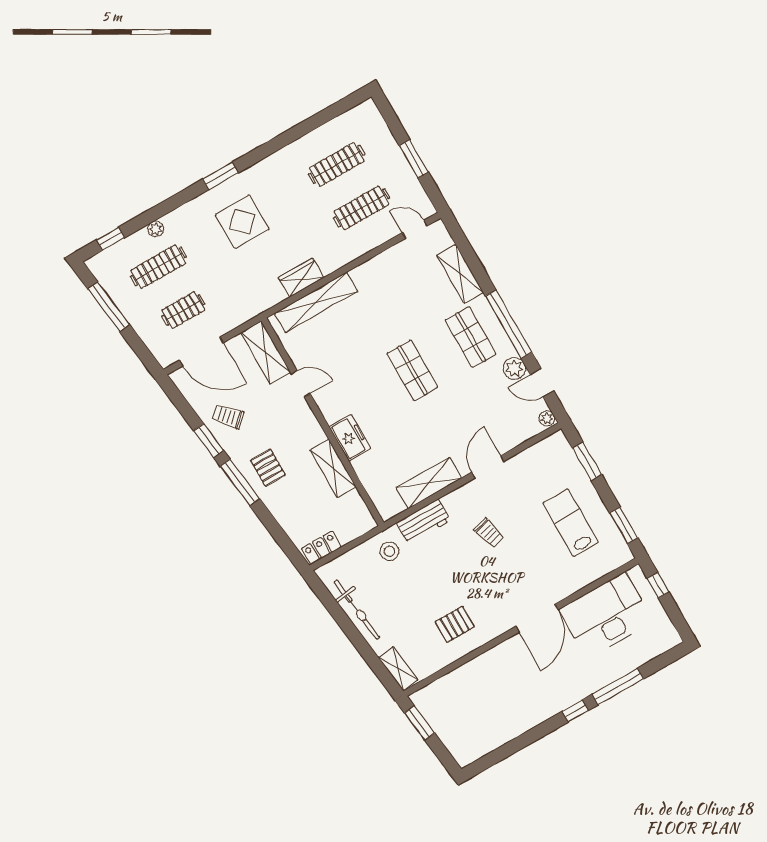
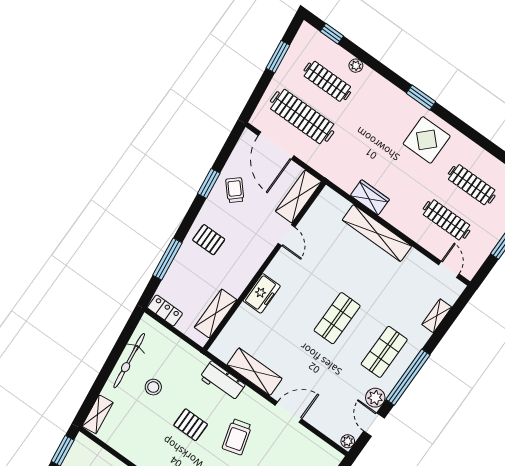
display table: (242, 222) -> (427, 140), moved
shelving: (460, 274) -> (437, 316), width x0.67, depth x0.75
shelving: (316, 302) -> (377, 233), moved
window: (109, 307) -> (278, 57), width x0.69
clothes rail: (183, 310) -> (302, 117), width x1.86, depth x1.31
pallet: (268, 468) -> (209, 240), turned 90
shelving: (333, 468) -> (216, 314), moved
window: (240, 482) -> (167, 259), moved
trolley: (489, 533) -> (237, 437), width x1.36, depth x1.39
stool: (389, 551) -> (153, 387), moved
pallet: (455, 624) -> (191, 425), moved

